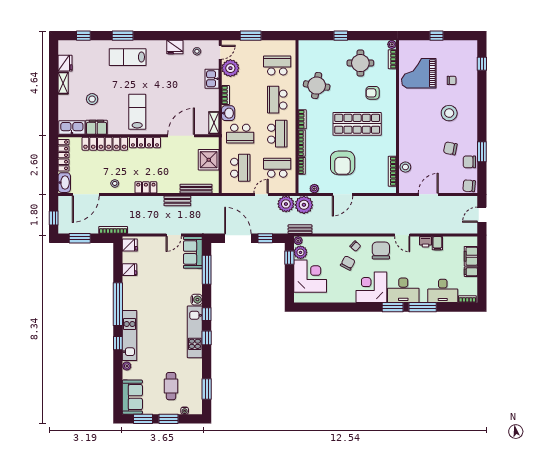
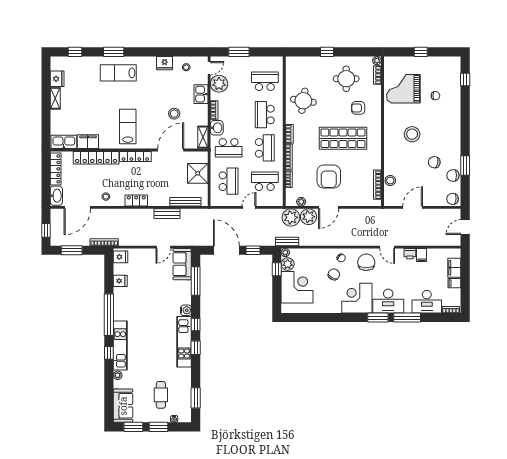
stool: (92, 99) -> (174, 114), moved
stool: (449, 113) -> (412, 134), moved
plant: (286, 204) -> (309, 217), moved

